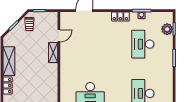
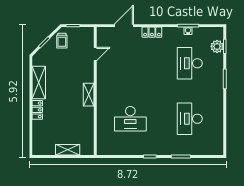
locker: (120, 16) -> (152, 32), moved
shelving: (53, 52) -> (89, 95), moved

